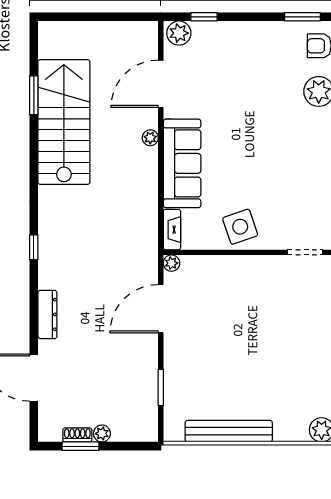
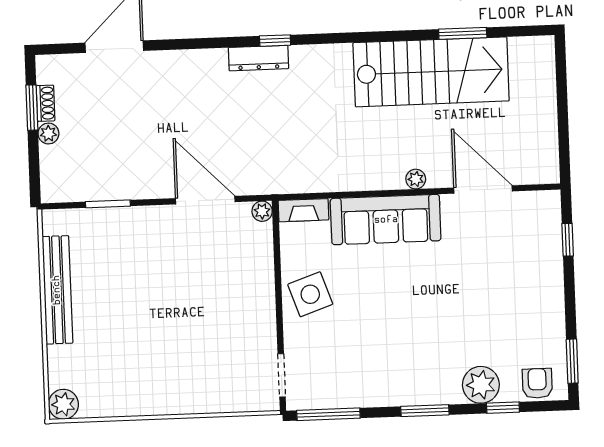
plant: (179, 33) -> (546, 209), removed
dresser: (47, 314) -> (258, 58), moved

